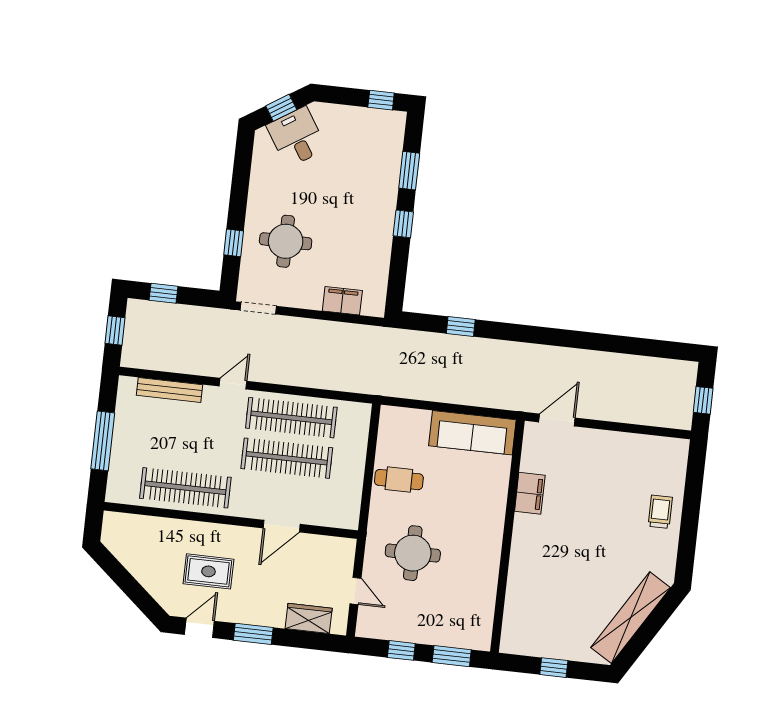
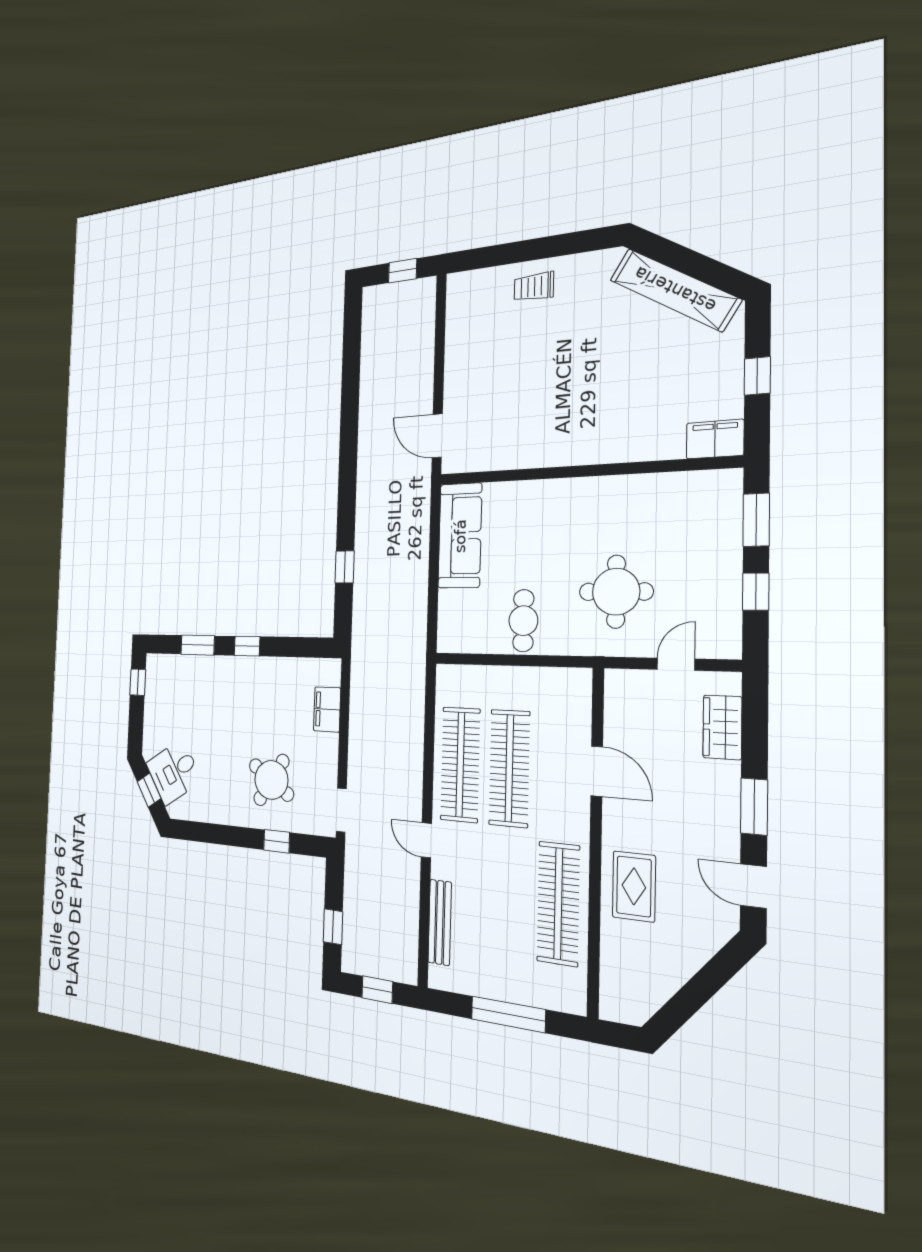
round table: (286, 241) -> (271, 780), turned 33
filing cabinet: (530, 493) -> (715, 439), moved
rug: (208, 571) -> (634, 886), moved

